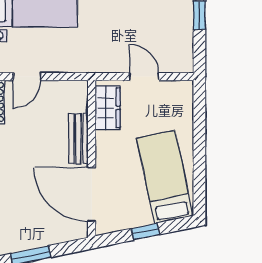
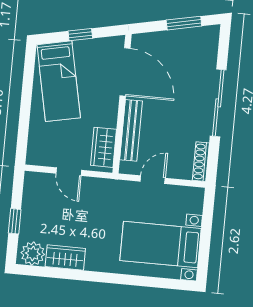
door: (27, 77) -> (153, 180), moved
bench: (79, 139) -> (131, 130), width x1.36

